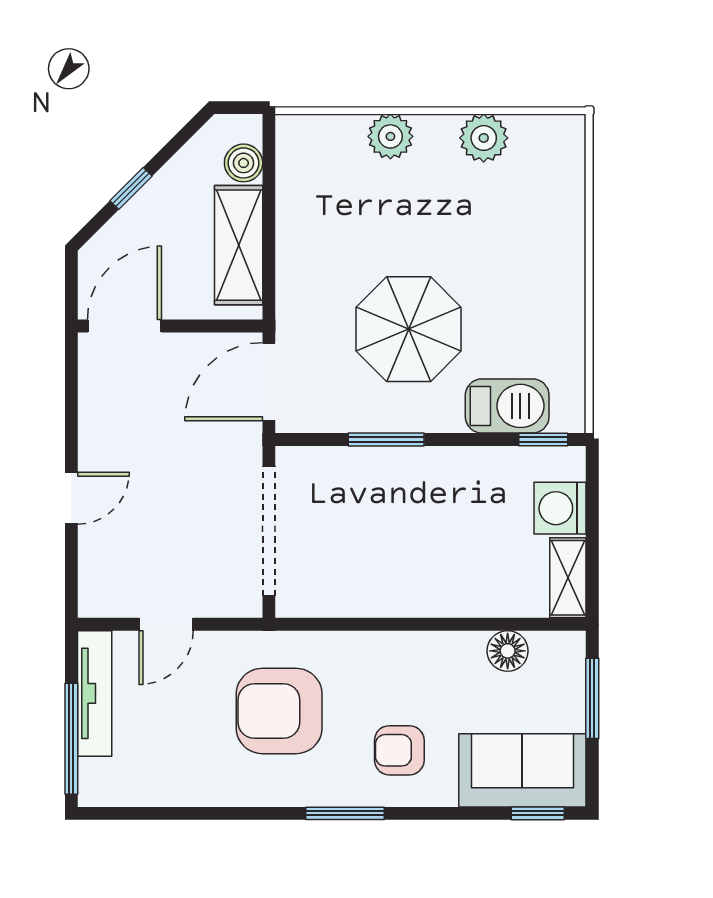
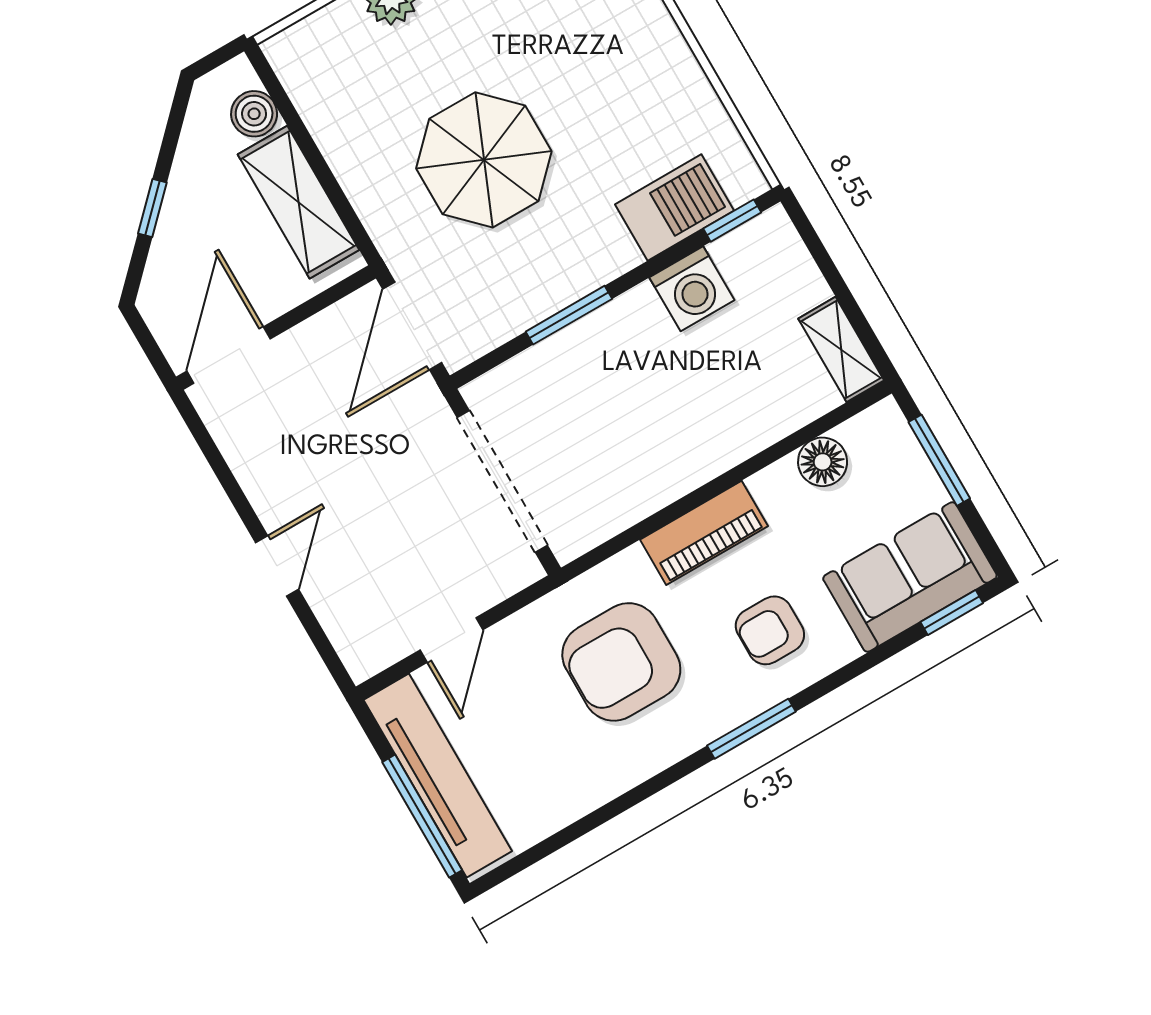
parasol: (409, 329) -> (484, 160), moved
washing machine: (560, 508) -> (692, 289), moved, turned -90
piano: (393, 652) -> (704, 533), added
tv unit: (95, 693) -> (438, 776), width x1.36, depth x1.29

